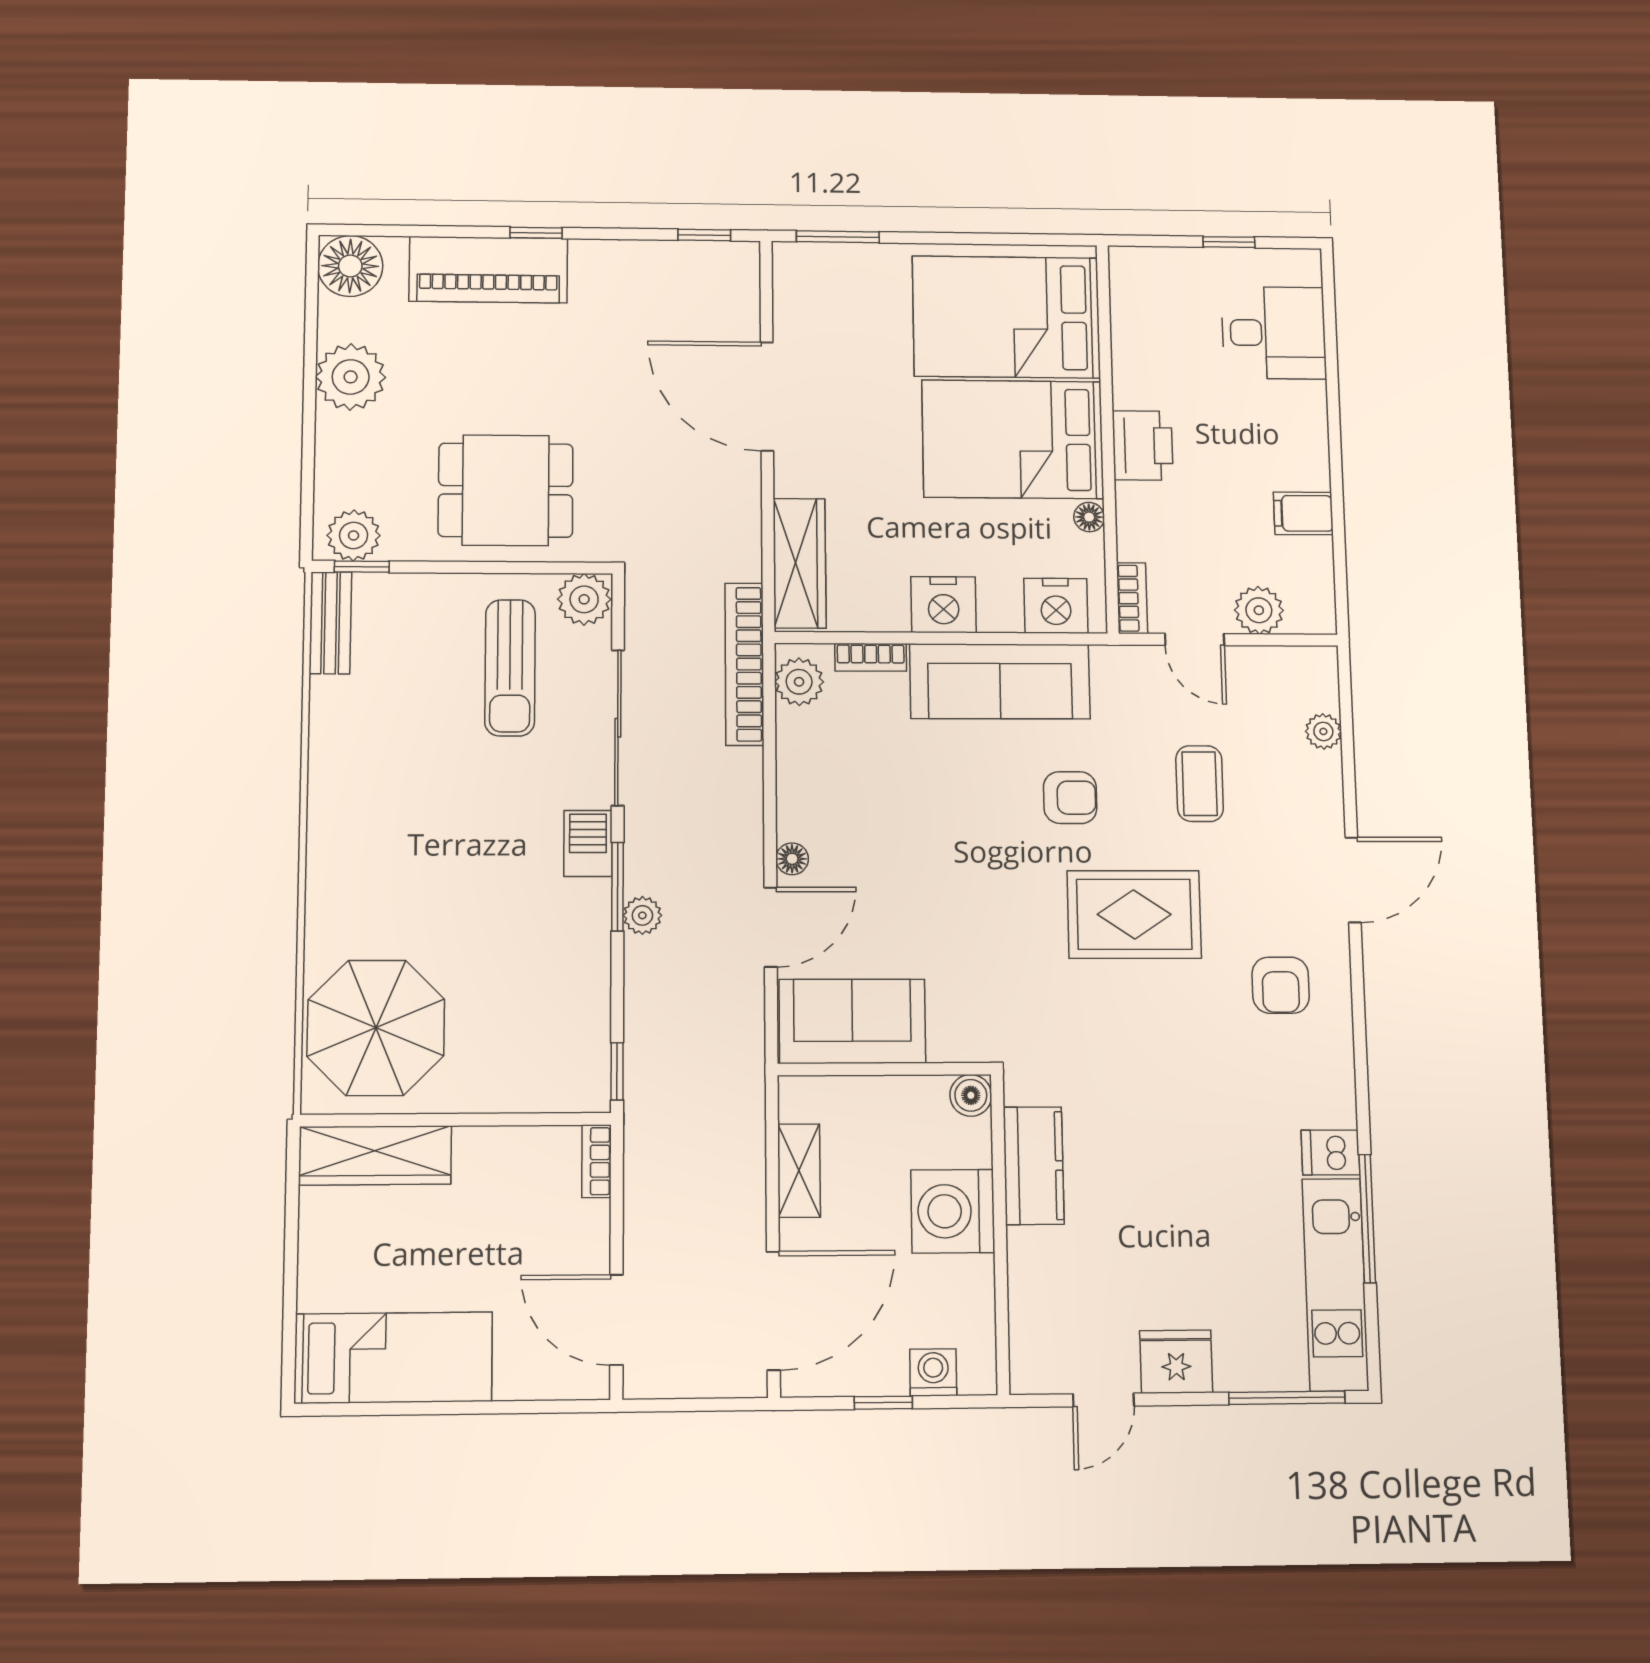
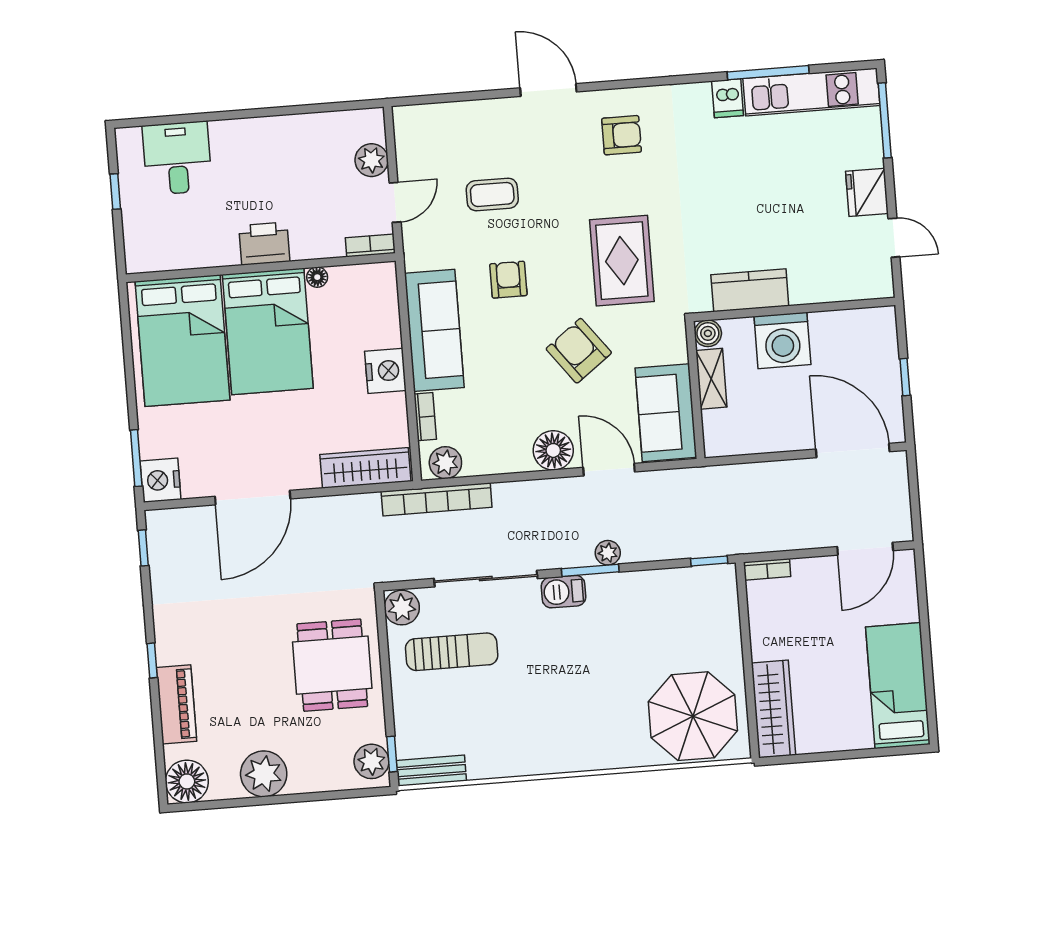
piano: (488, 270) -> (177, 704), width x0.73, depth x0.75
filing cabinet: (1303, 513) -> (302, 133), removed
nightstand: (1056, 606) -> (161, 480), moved, turned 180
plant: (1323, 731) -> (450, 113), removed
floor lamp: (792, 859) -> (553, 450), width x1.89, depth x1.89
armchair: (956, 895) -> (579, 351), added
rug: (1134, 914) -> (622, 261), moved
shelving: (799, 1171) -> (711, 379), moved, turned 90
washing machine: (933, 1372) -> (884, 347), removed

